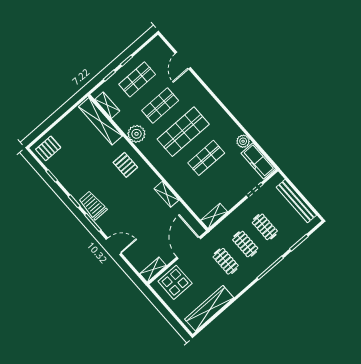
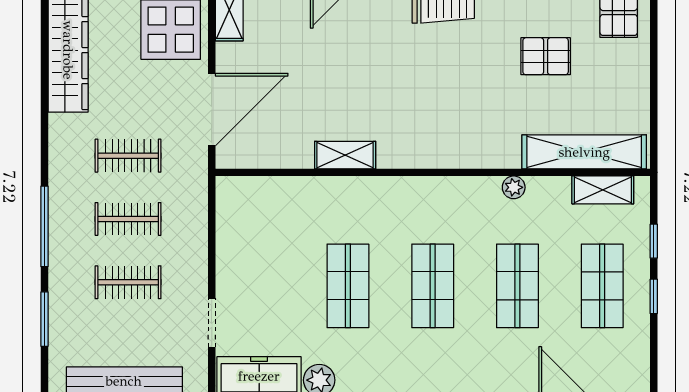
shop shelf: (183, 132) -> (433, 286), width x0.70, depth x0.74
plant: (136, 134) -> (514, 187), width x0.53, depth x0.53
pallet: (125, 165) -> (546, 56), moved
shelving: (214, 216) -> (229, 207), removed
door: (189, 248) -> (212, 110), hinge flipped

